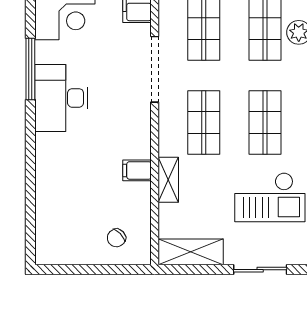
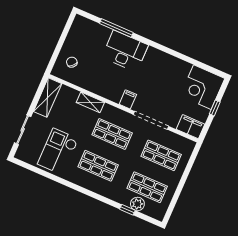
window: (30, 69) -> (116, 28), moved
desk: (61, 98) -> (125, 51), moved
filing cabinet: (137, 170) -> (128, 99), moved

